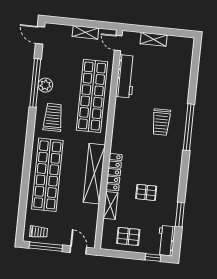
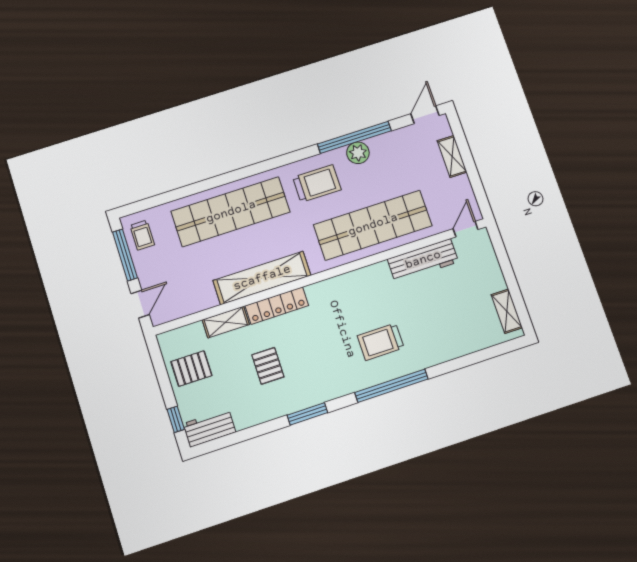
shelving: (85, 32) -> (452, 156), moved
shelving: (154, 39) -> (507, 311), moved
window: (180, 215) -> (307, 414), moved
pallet: (128, 236) -> (191, 369), turned 90

